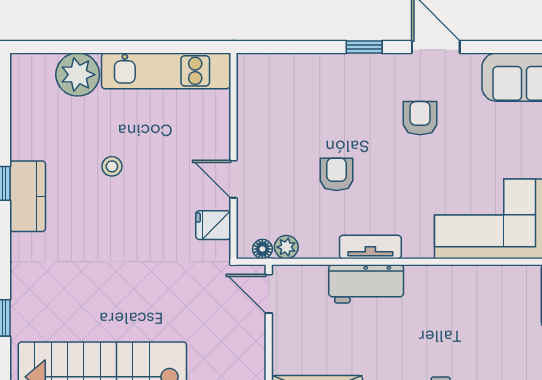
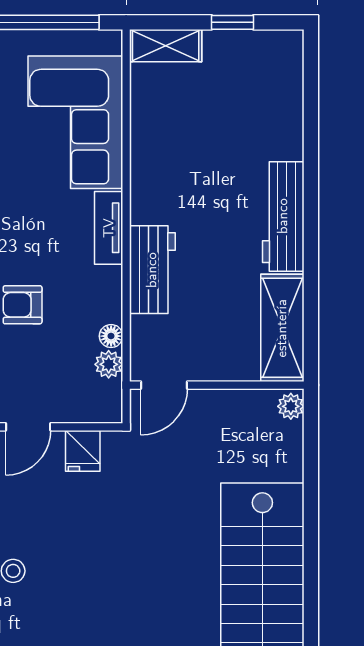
tv unit: (370, 247) -> (109, 228), moved
floor lamp: (262, 249) -> (111, 336), moved

